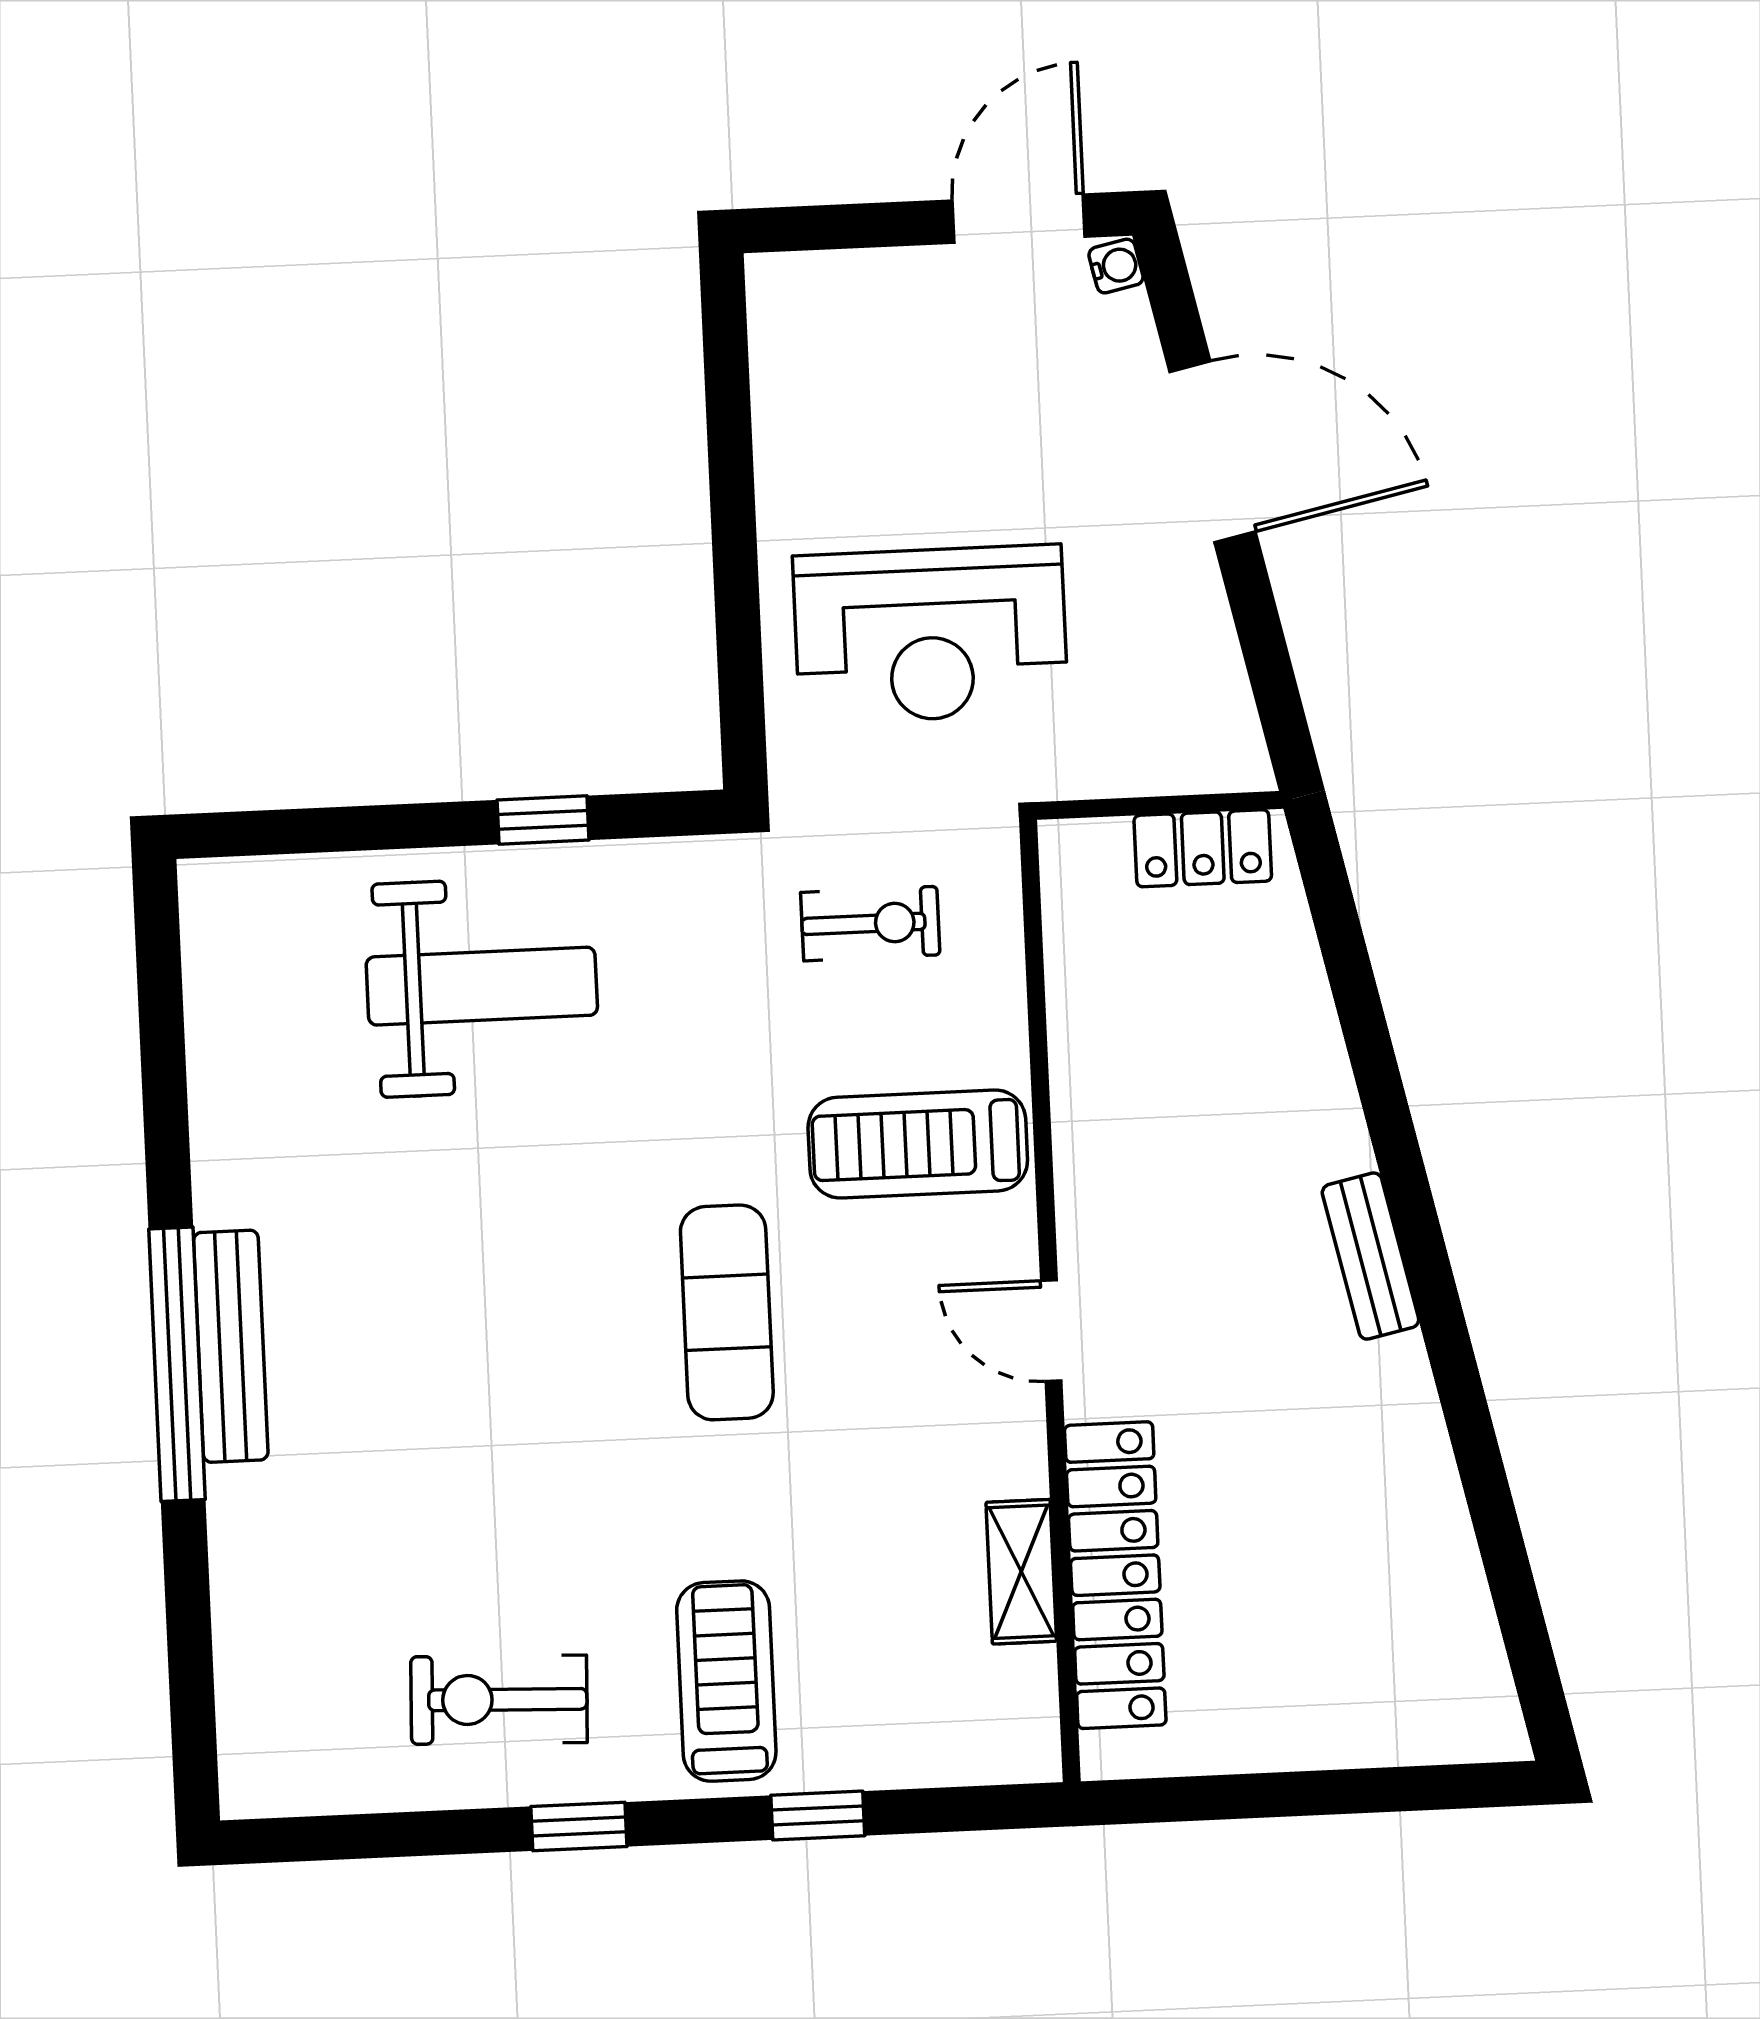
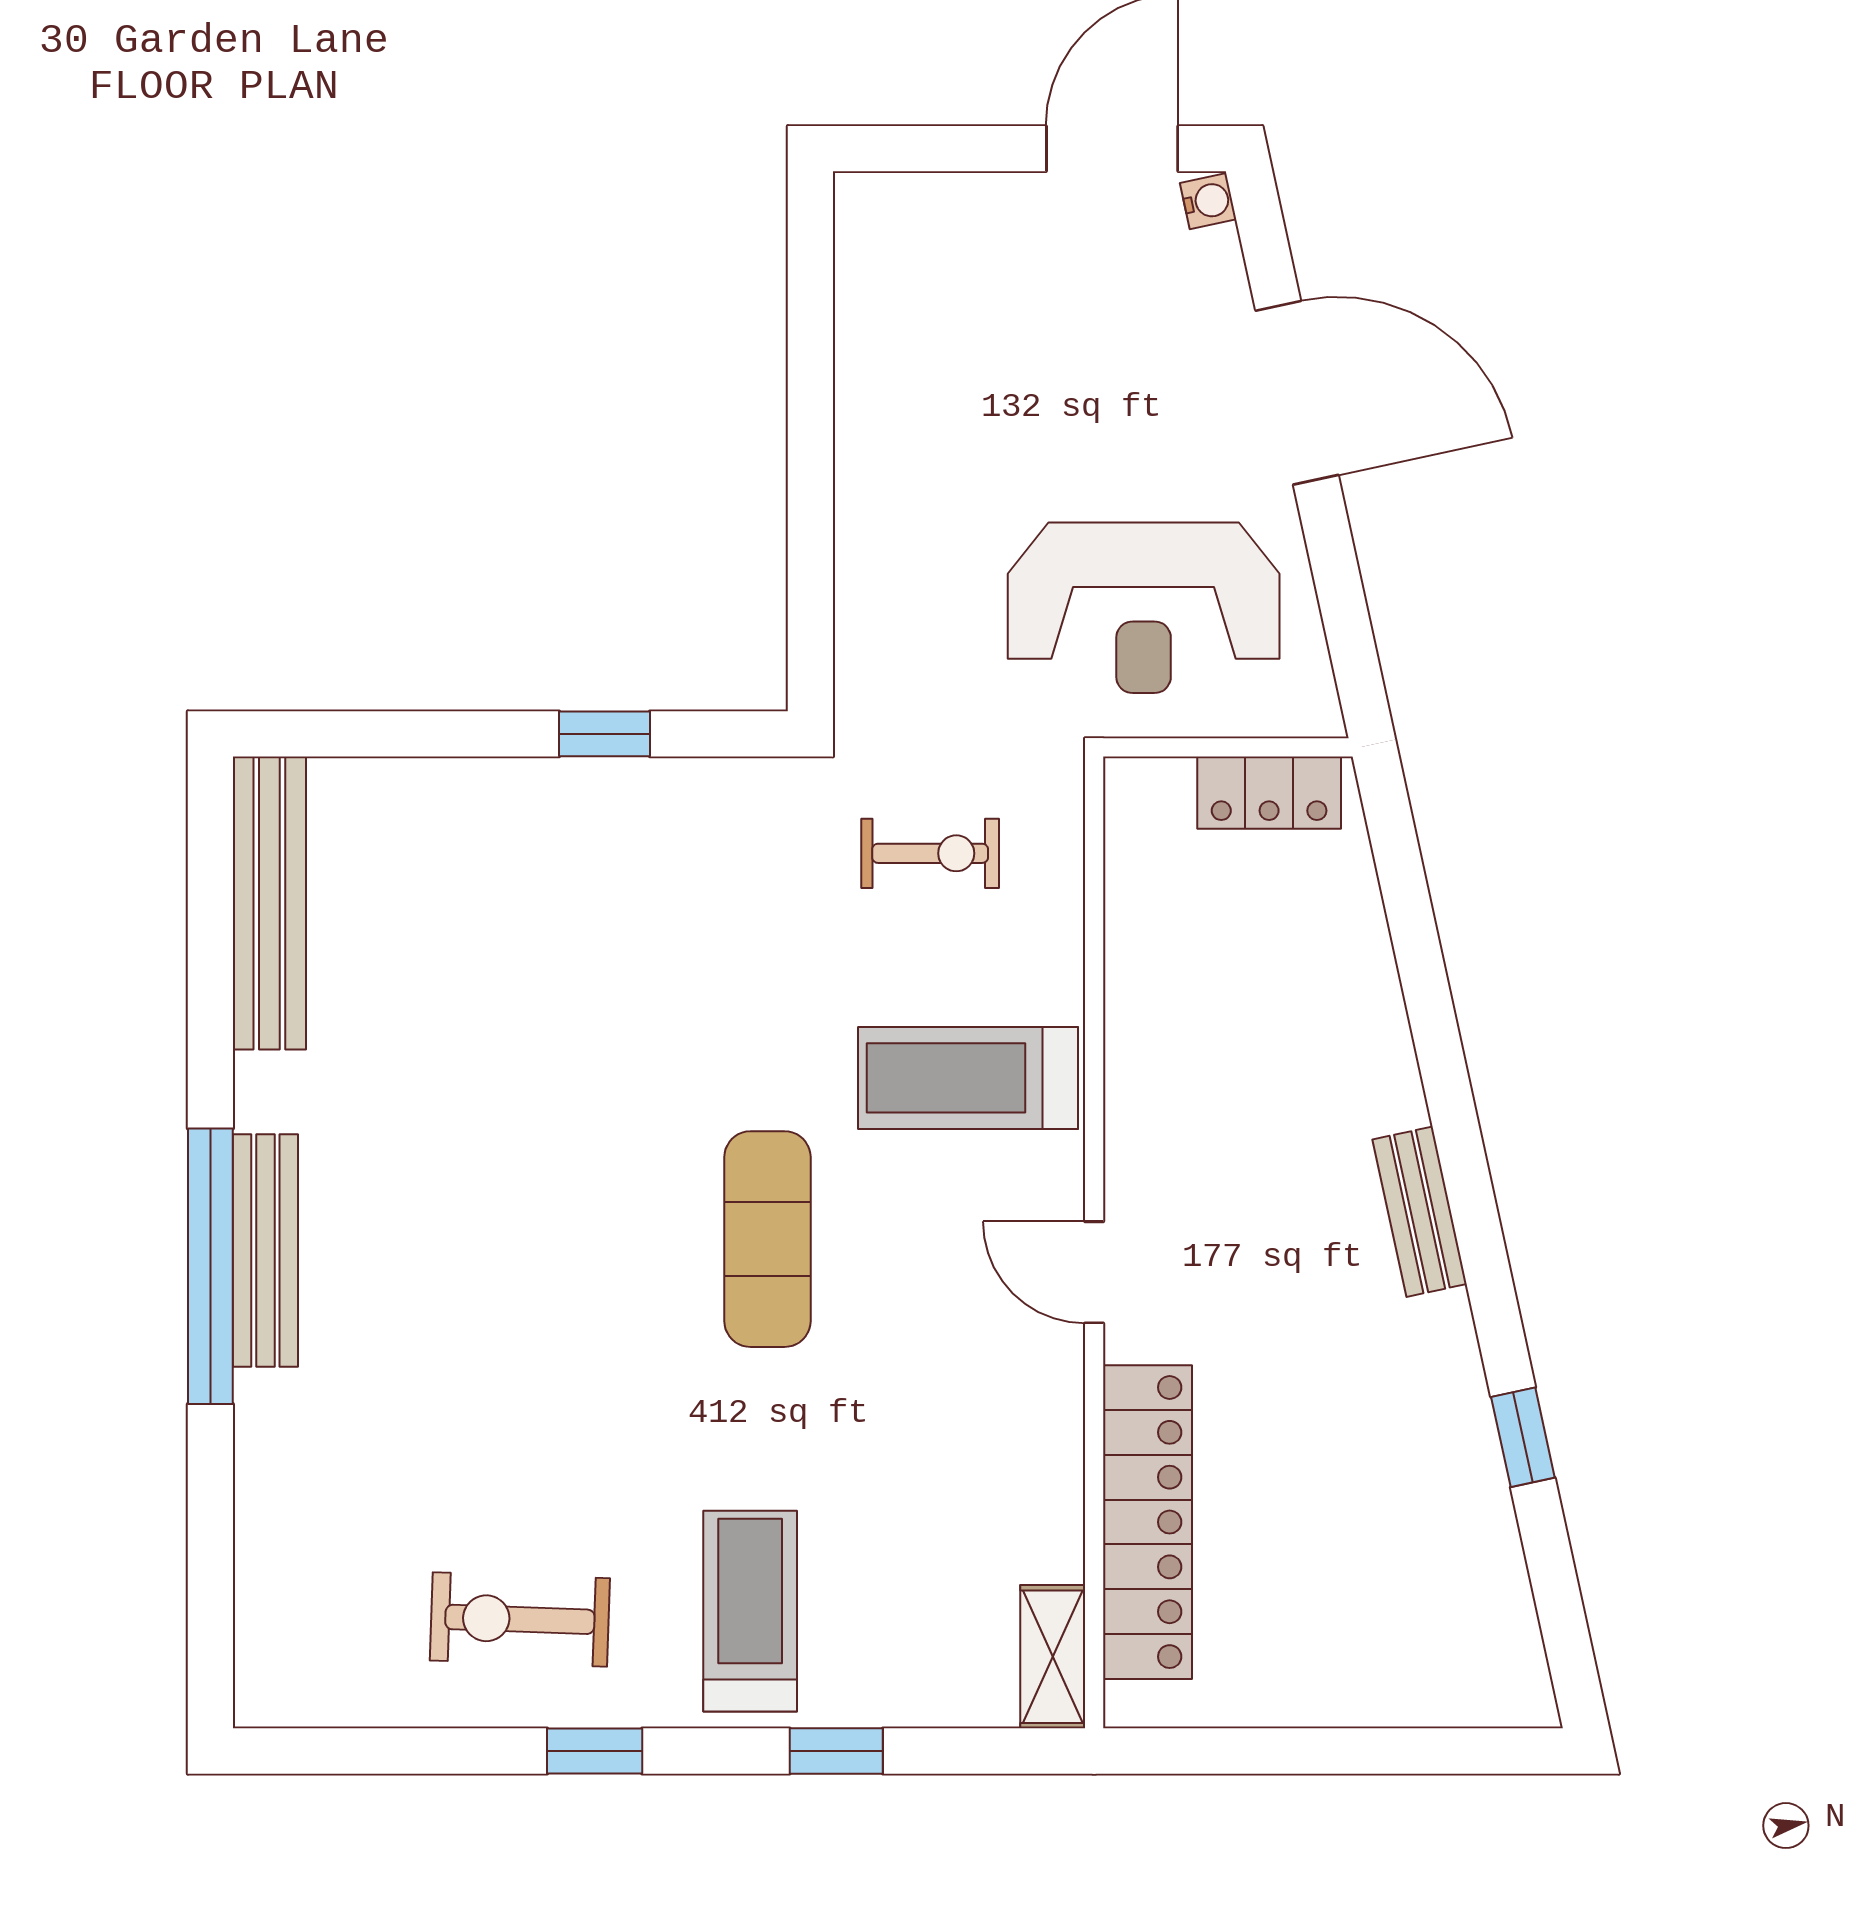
reception desk: (930, 634) -> (1144, 608), moved
weight bench: (482, 986) -> (535, 899), removed
bench: (219, 1002) -> (269, 903), added
window: (1483, 1474) -> (1523, 1437), added
shelving: (1021, 1572) -> (1053, 1657), moved

